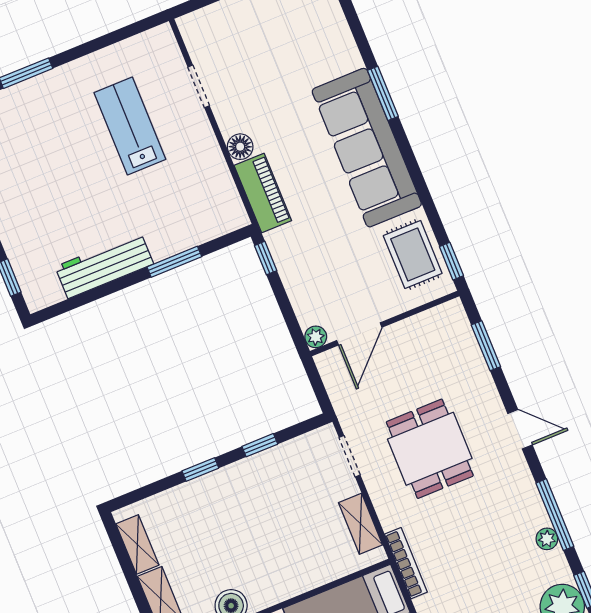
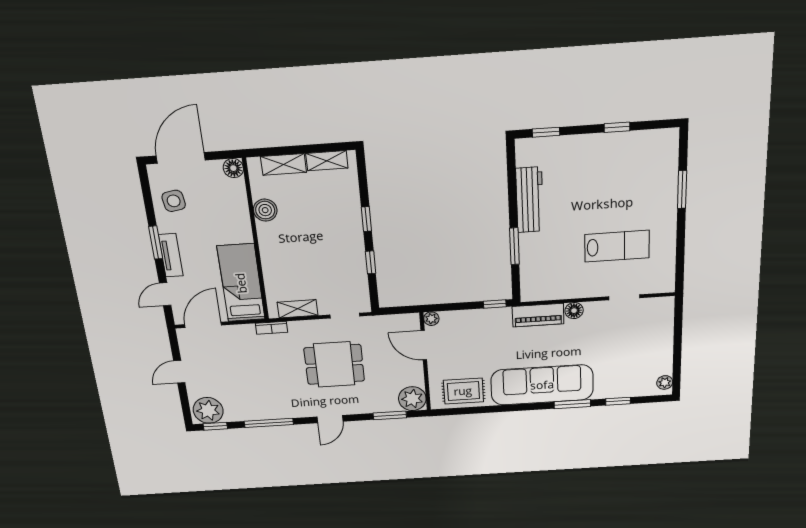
window: (451, 261) -> (618, 401), moved
plant: (547, 539) -> (412, 399), moved, width x1.88, depth x1.88
bookcase: (406, 563) -> (271, 328), width x0.64

